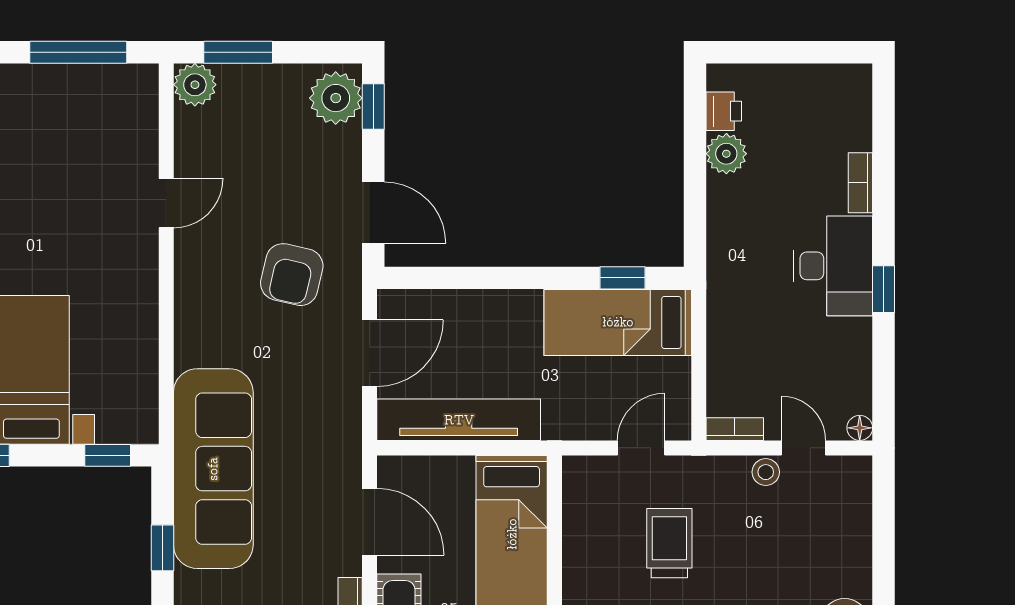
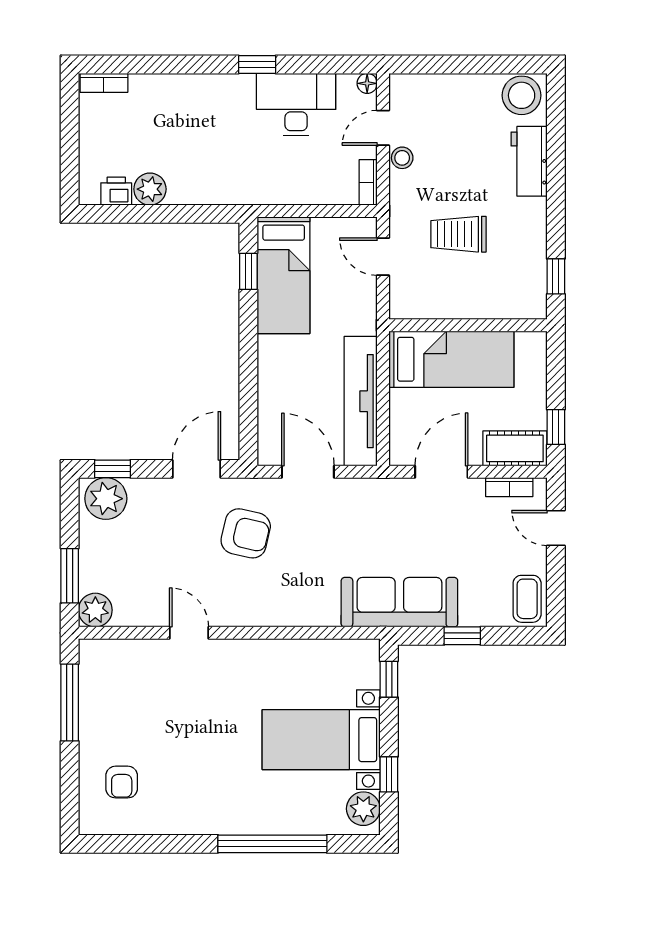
bookcase: (860, 183) -> (104, 83), moved
desk: (833, 266) -> (296, 104), moved
sofa: (213, 469) -> (399, 602), width x0.74, depth x0.79

